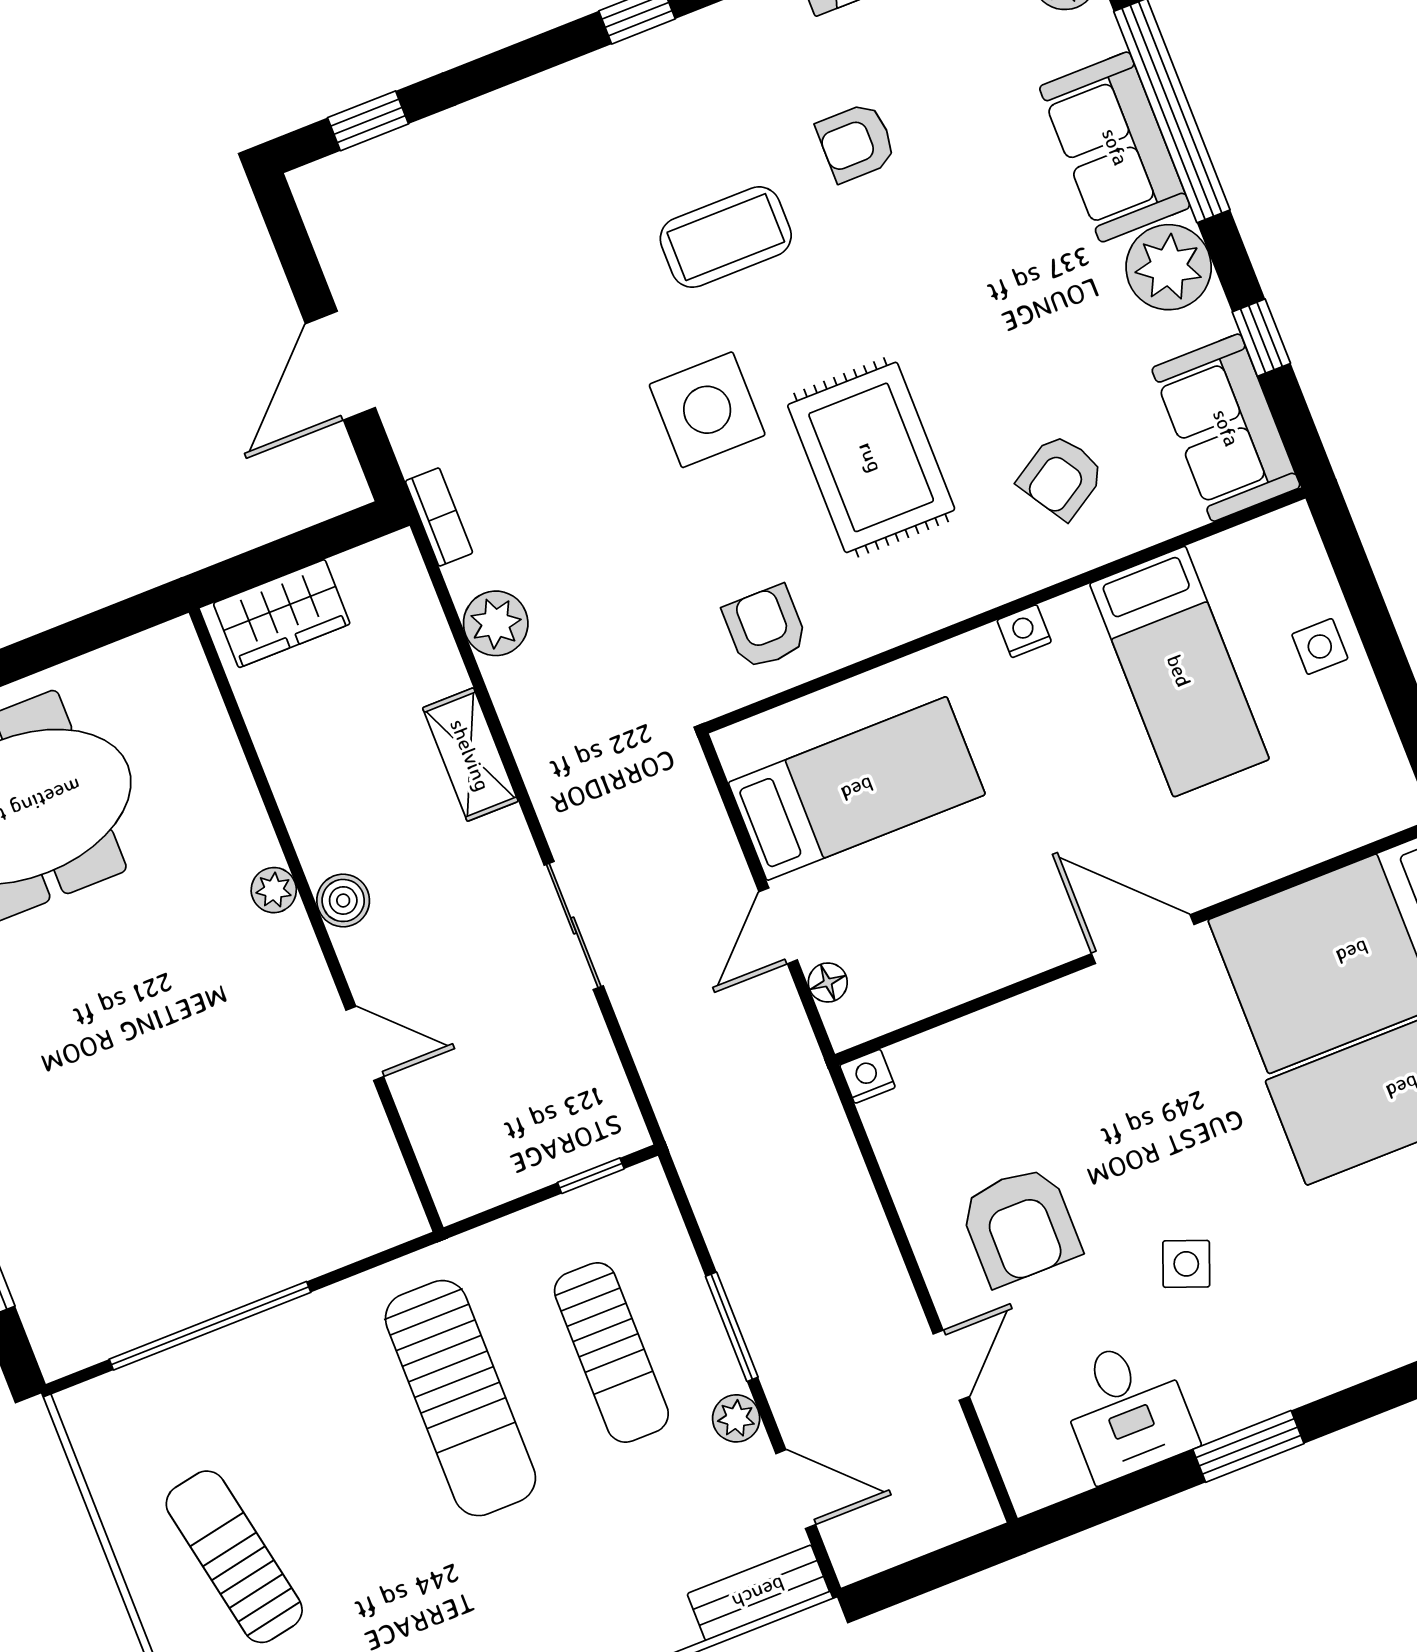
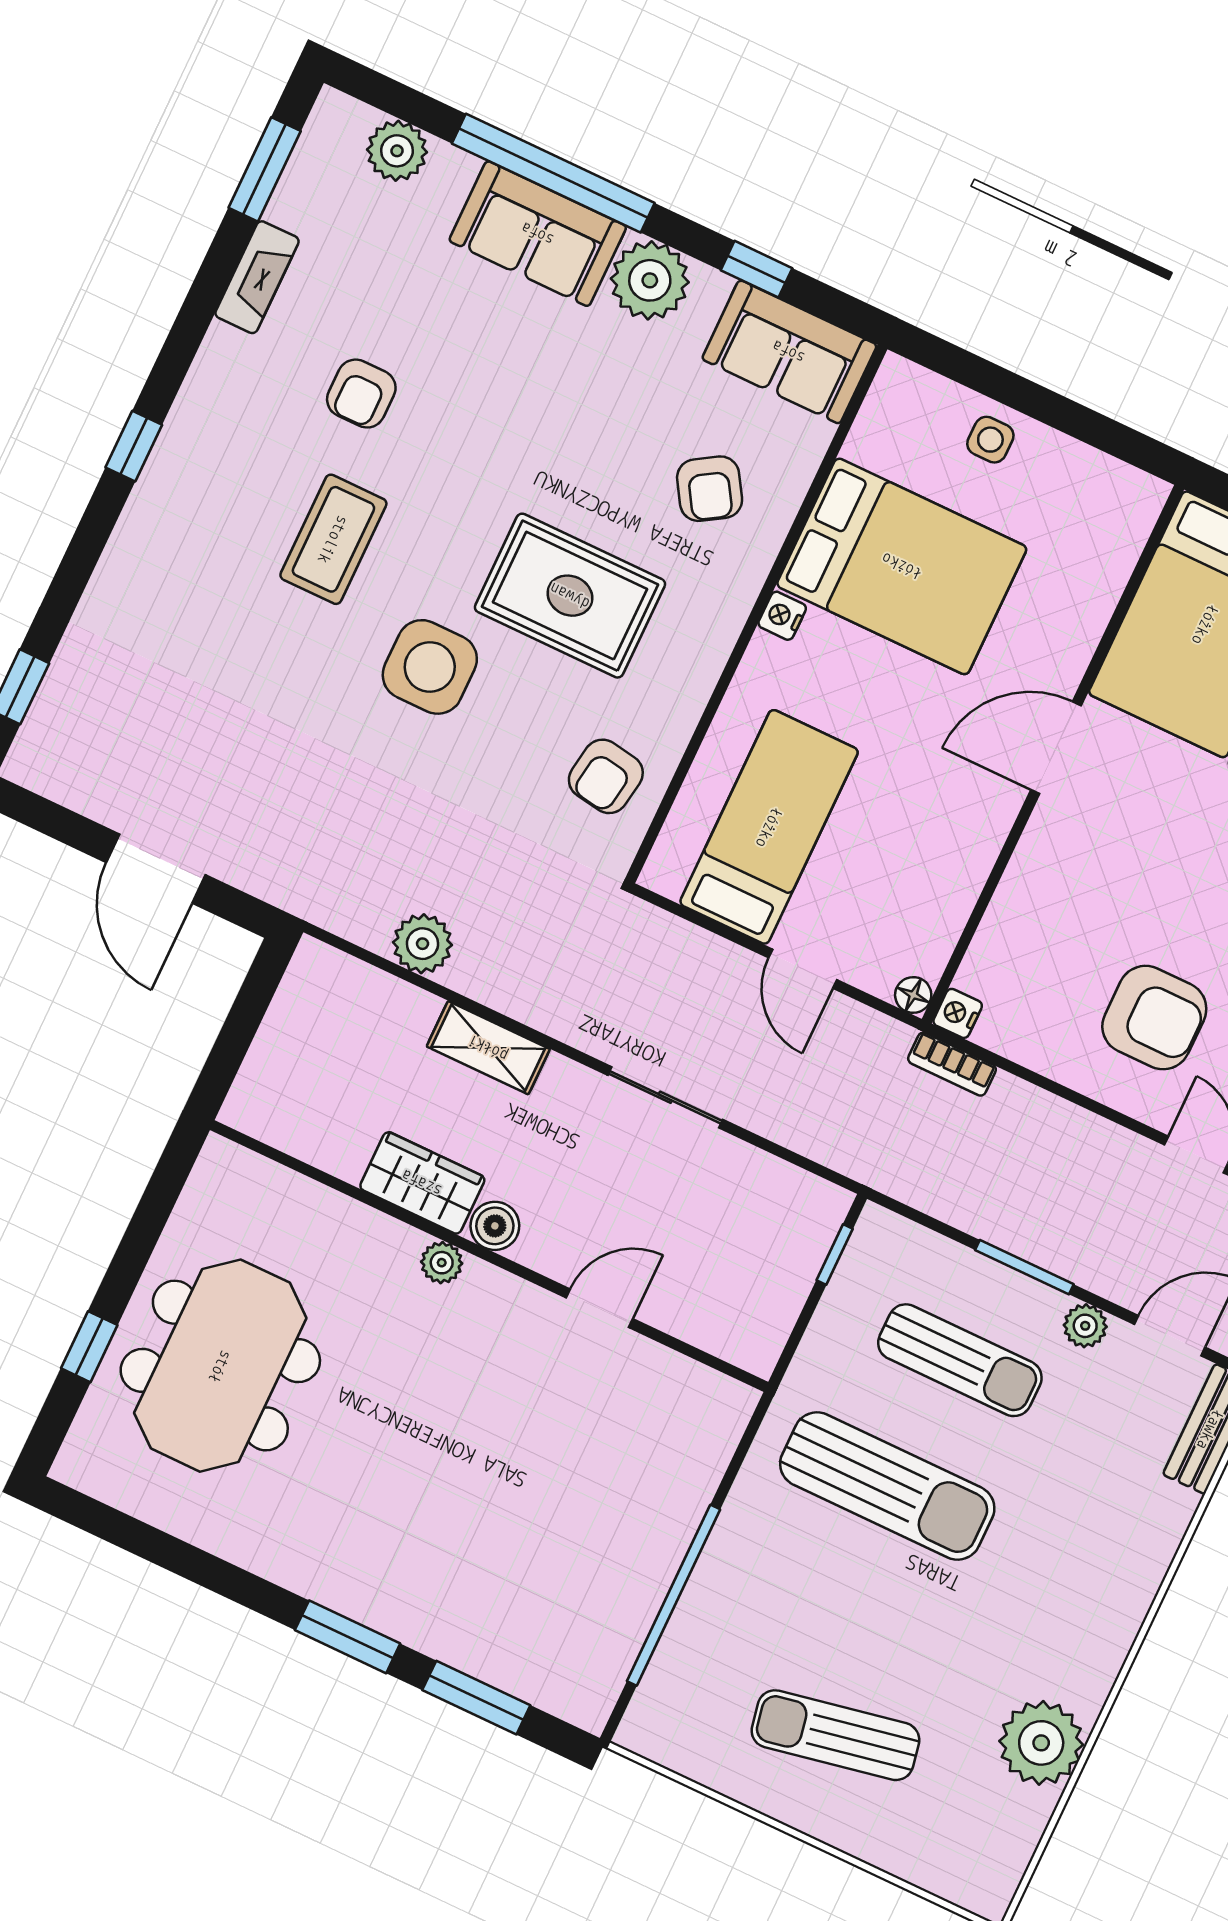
bookcase: (439, 517) -> (952, 1064), moved, turned 180
wardrobe: (282, 614) -> (422, 1183), moved, turned -90
armchair: (765, 627) -> (606, 776), turned -81
bed: (1179, 671) -> (902, 566), width x1.50
floor lamp: (828, 983) -> (913, 995), moved

